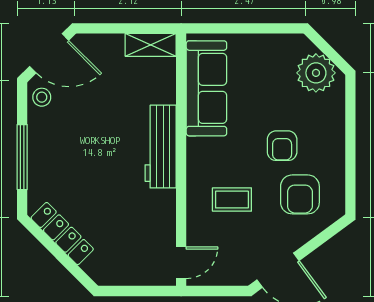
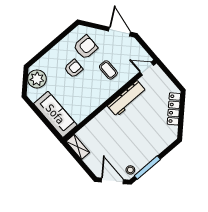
sofa: (206, 88) -> (55, 114), moved, turned 90
workbench: (161, 147) -> (127, 99), moved
window: (22, 157) -> (147, 168), moved
locker: (62, 234) -> (174, 109), moved

